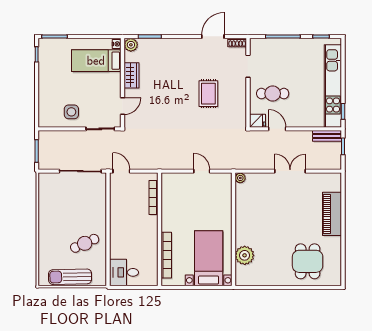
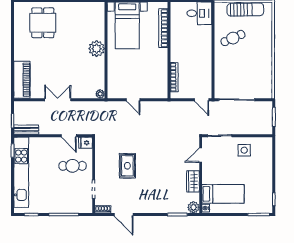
door: (213, 36) -> (123, 215), hinge flipped
double door: (290, 171) -> (58, 100), swing flipped
piano: (332, 214) -> (22, 80), moved
plant: (245, 255) -> (97, 49), moved

